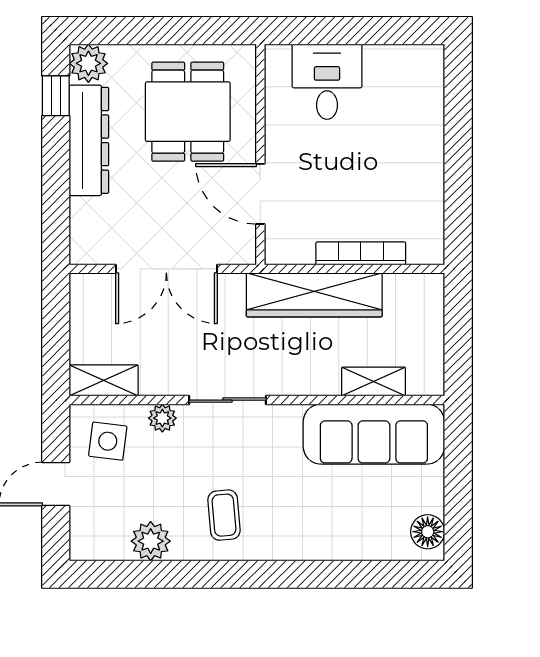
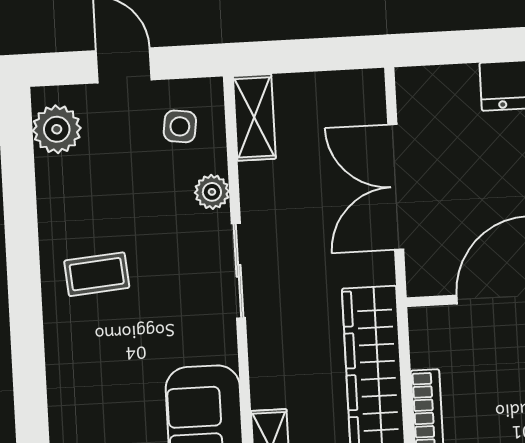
side table: (108, 441) -> (180, 126), width x0.73, depth x0.73
plant: (151, 541) -> (57, 129), moved

